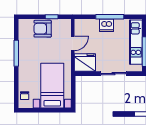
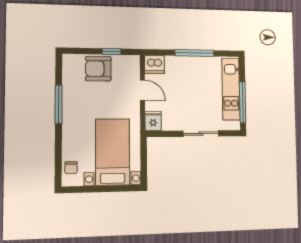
dishwasher: (106, 25) -> (154, 64), moved
door: (73, 43) -> (142, 90), hinge flipped
fridge: (85, 63) -> (153, 121), width x0.53, depth x0.75

